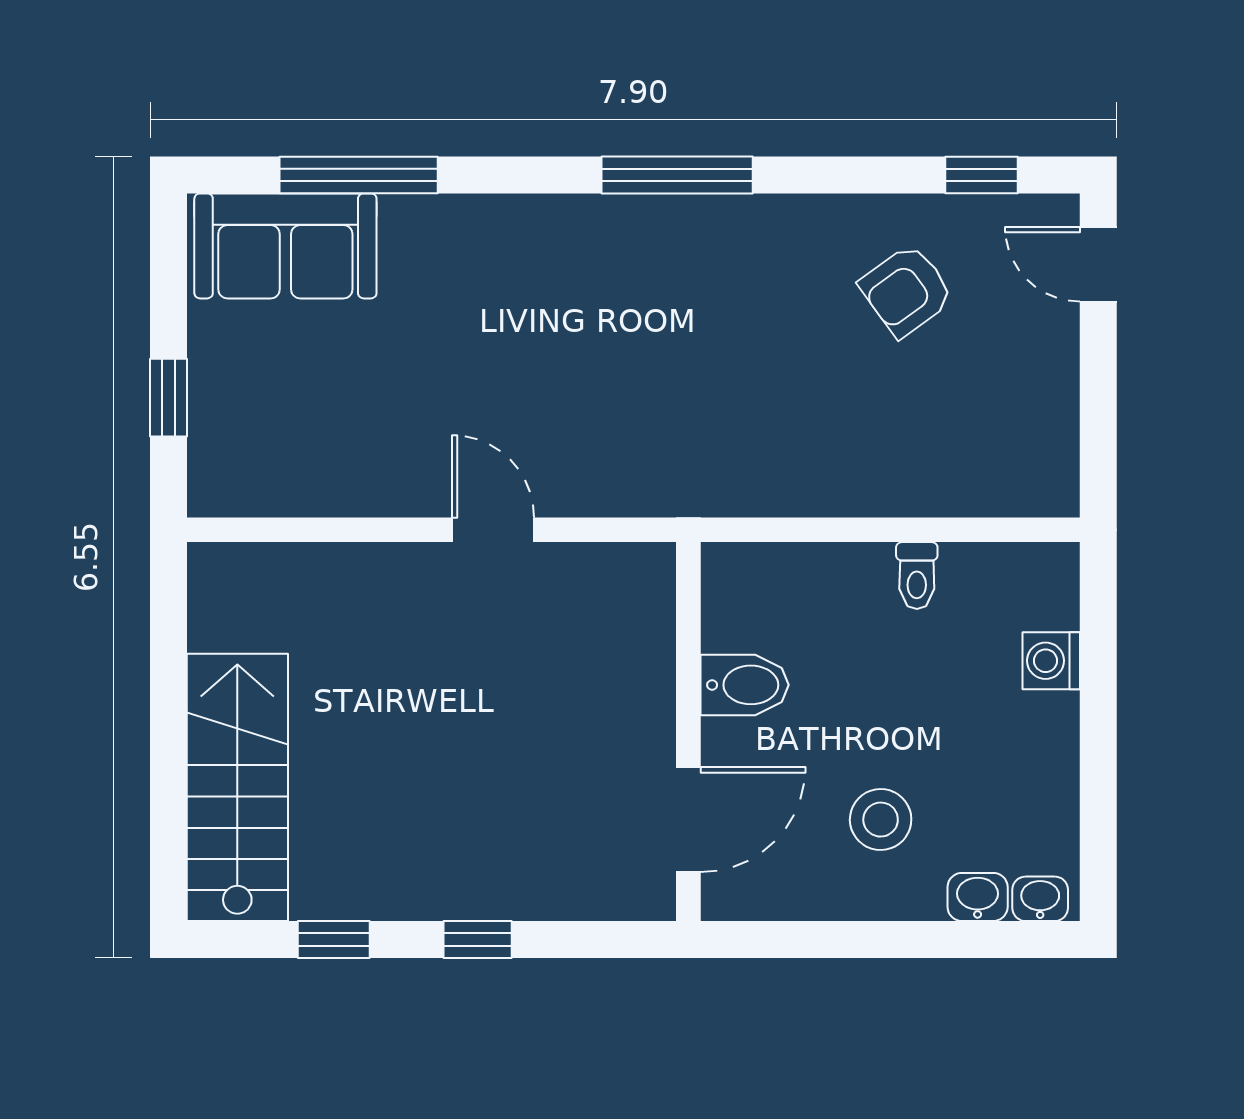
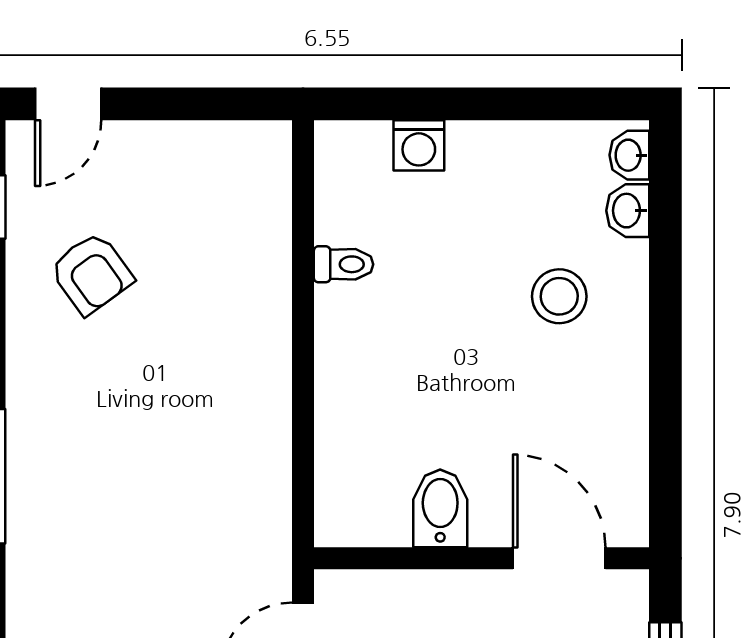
bidet: (745, 685) -> (440, 508), moved
wall: (688, 732) -> (481, 558), moved
door: (688, 819) -> (559, 558), moved

